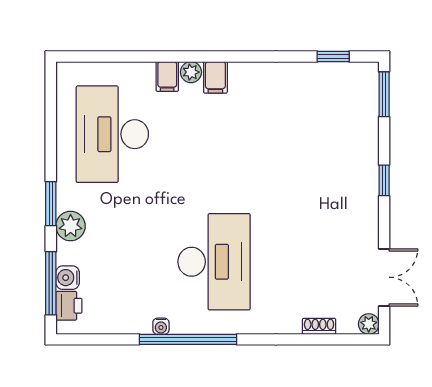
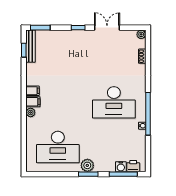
bench: (342, 72) -> (30, 46), added
filing cabinet: (167, 76) -> (32, 91), moved
plant: (71, 226) -> (87, 165), moved
desk: (214, 262) -> (114, 102), turned 180
double door: (384, 277) -> (107, 28), moved

